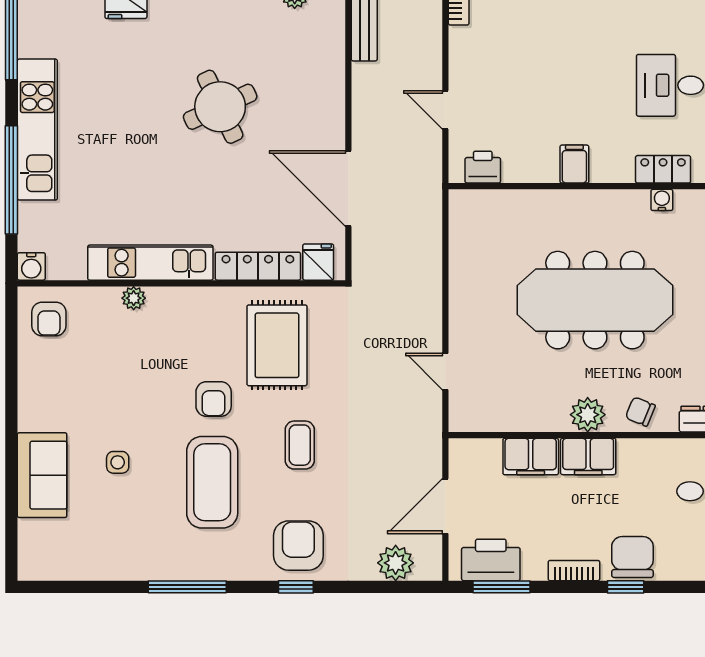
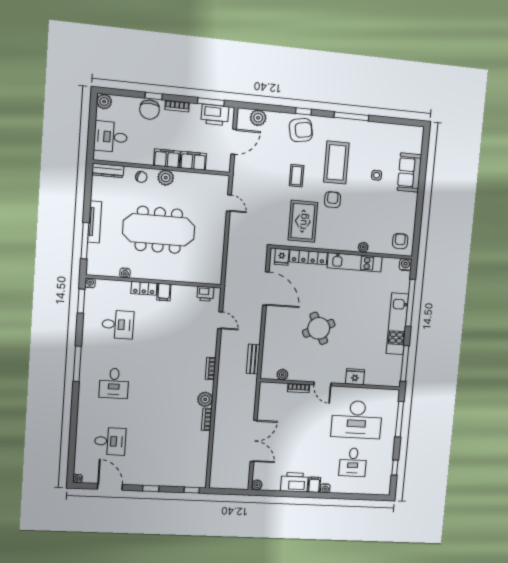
locker: (663, 169) -> (144, 288), moved
armchair: (298, 546) -> (301, 130), turned -100

